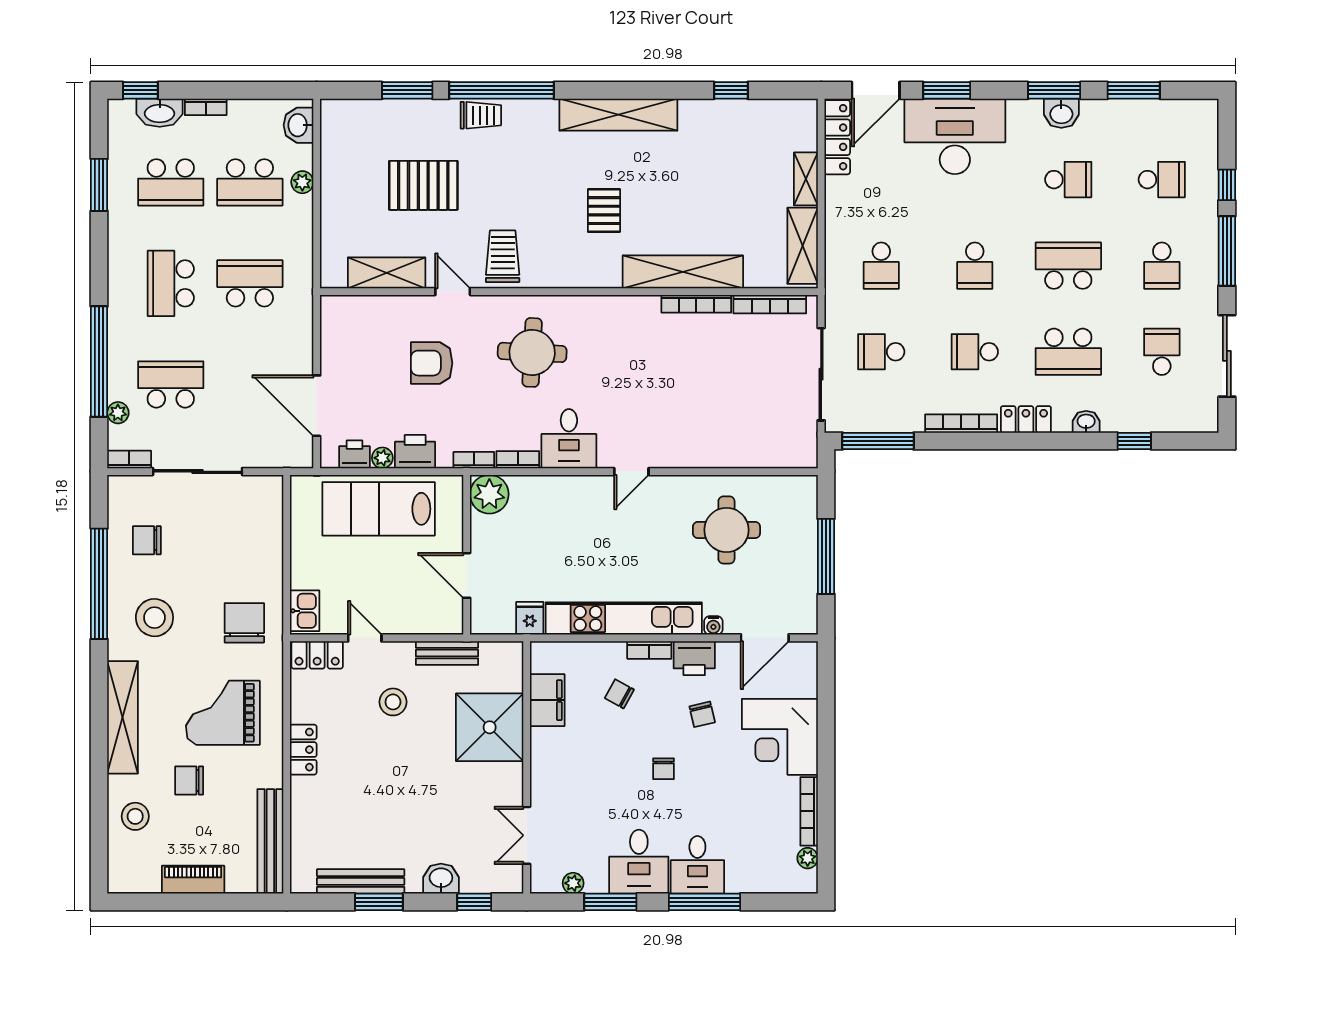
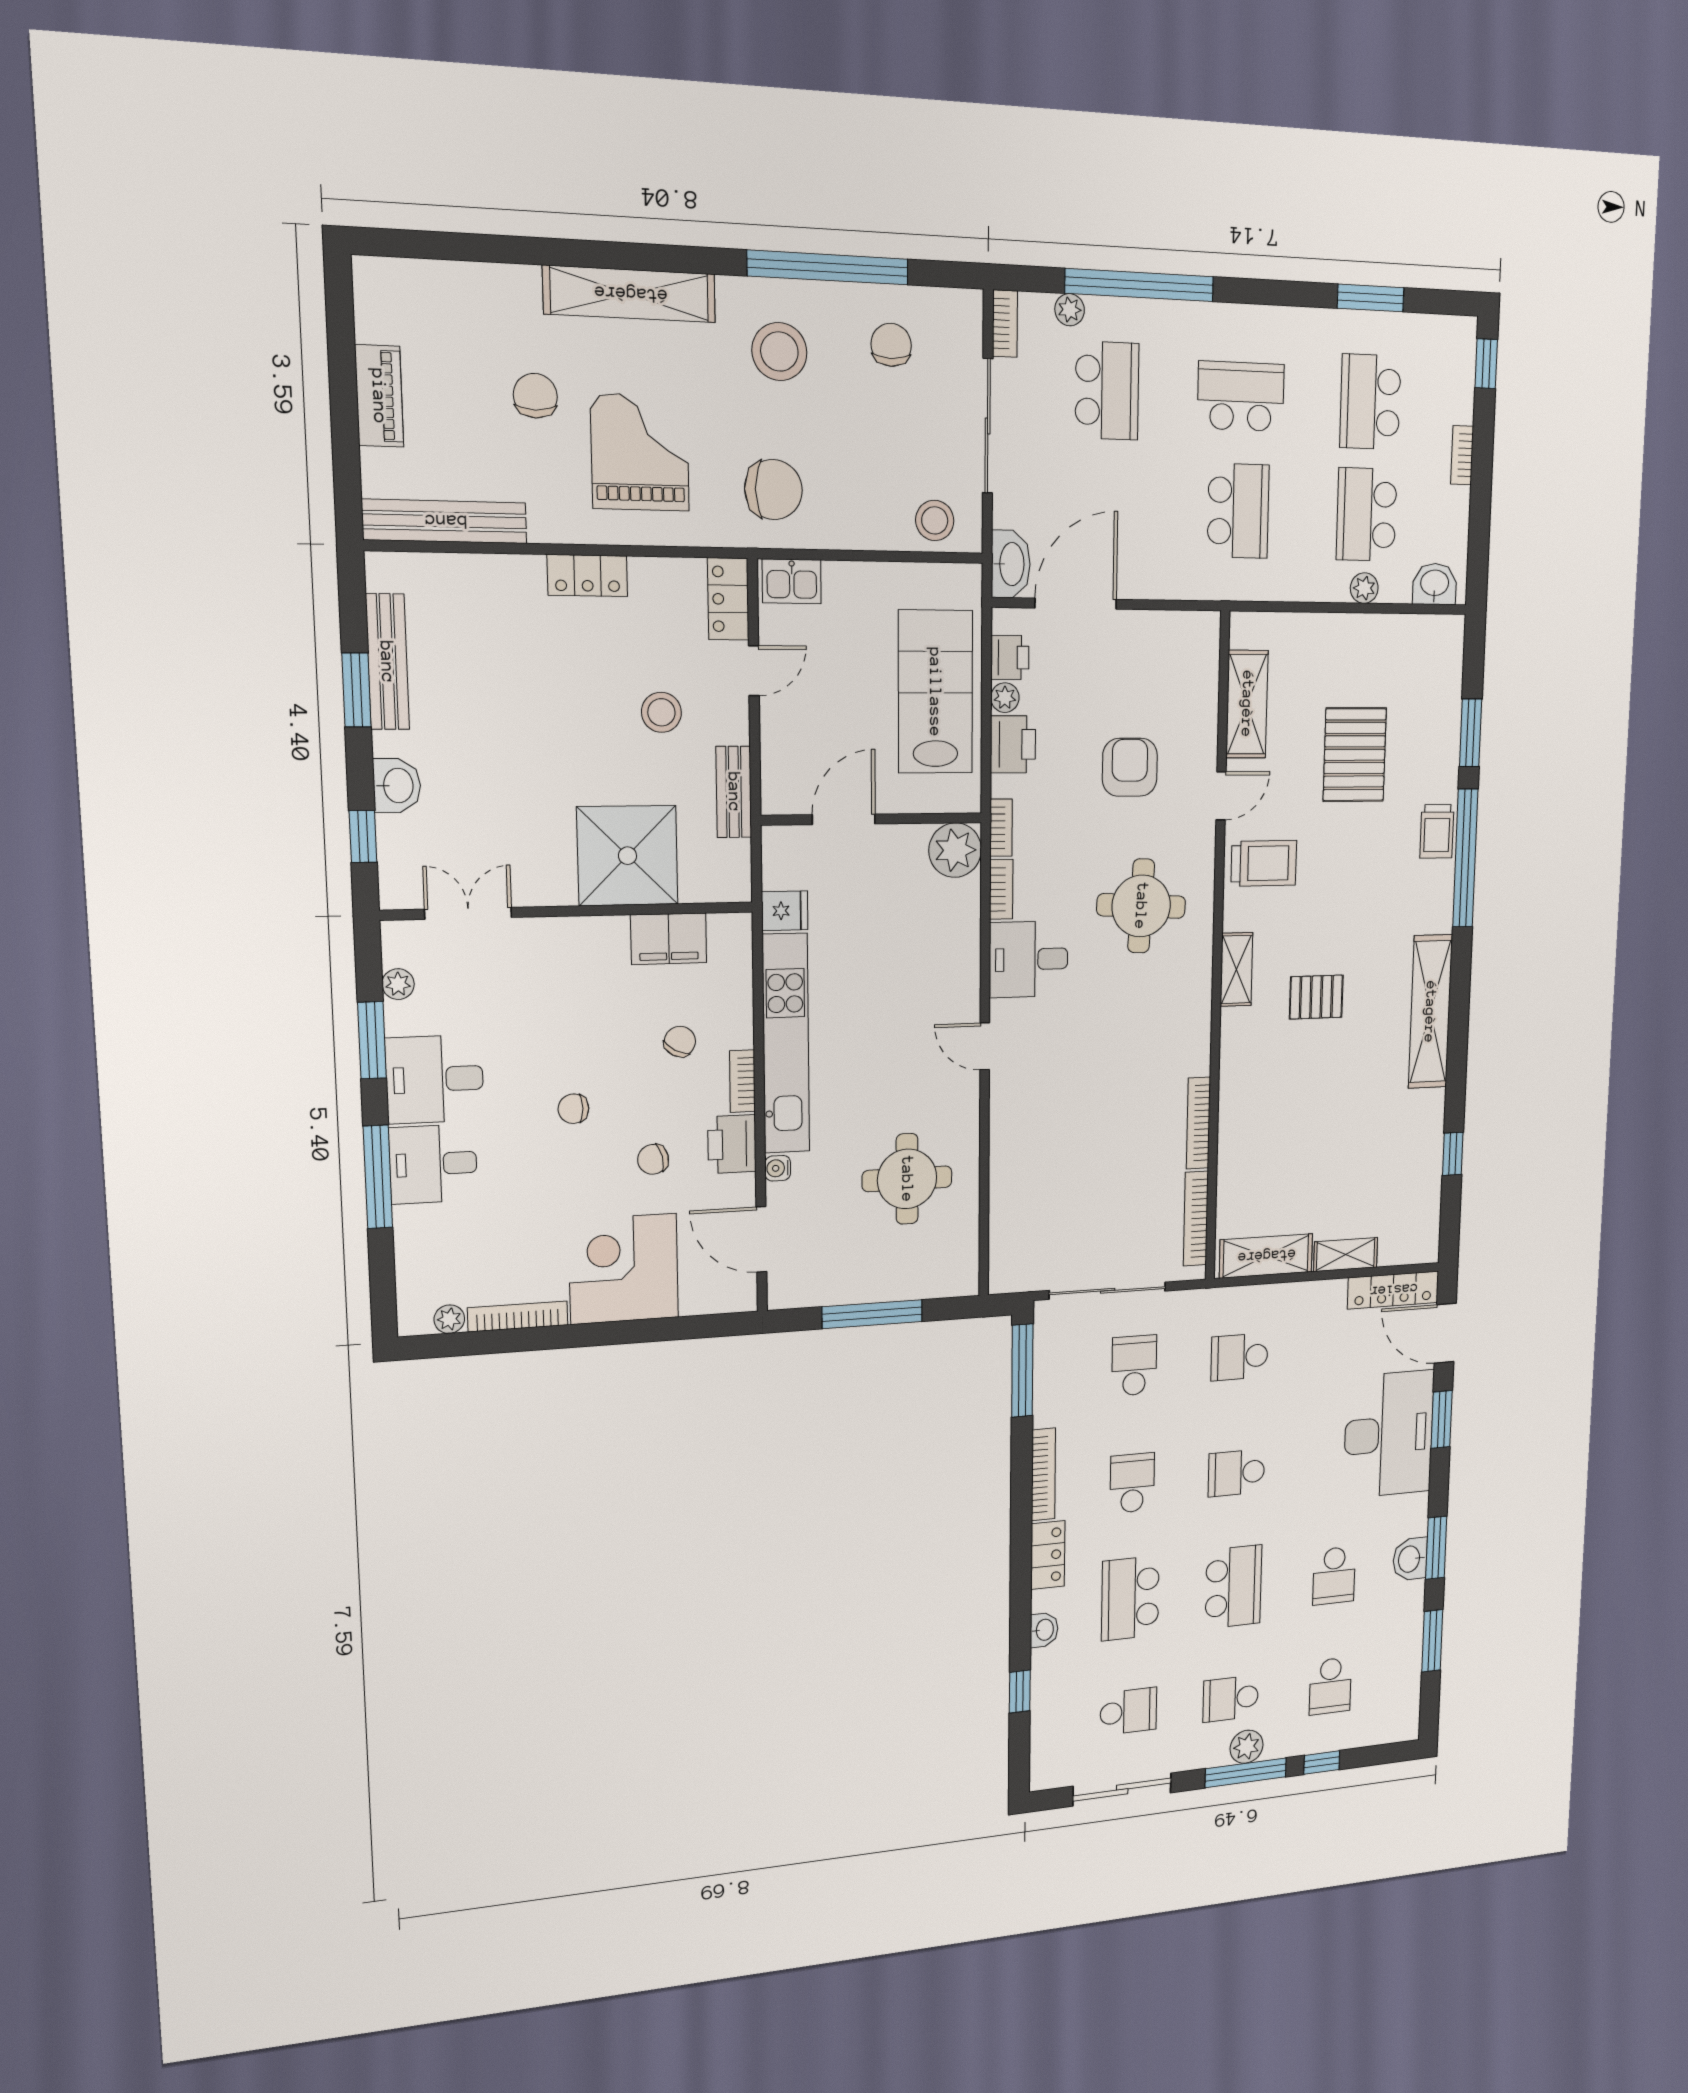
washbasin: (160, 113) -> (1011, 564), moved, turned 180
plant: (1205, 251) -> (1247, 1747), added
shelving: (683, 272) -> (1236, 969), moved, width x0.45, depth x0.75
stool: (135, 816) -> (935, 520), moved

